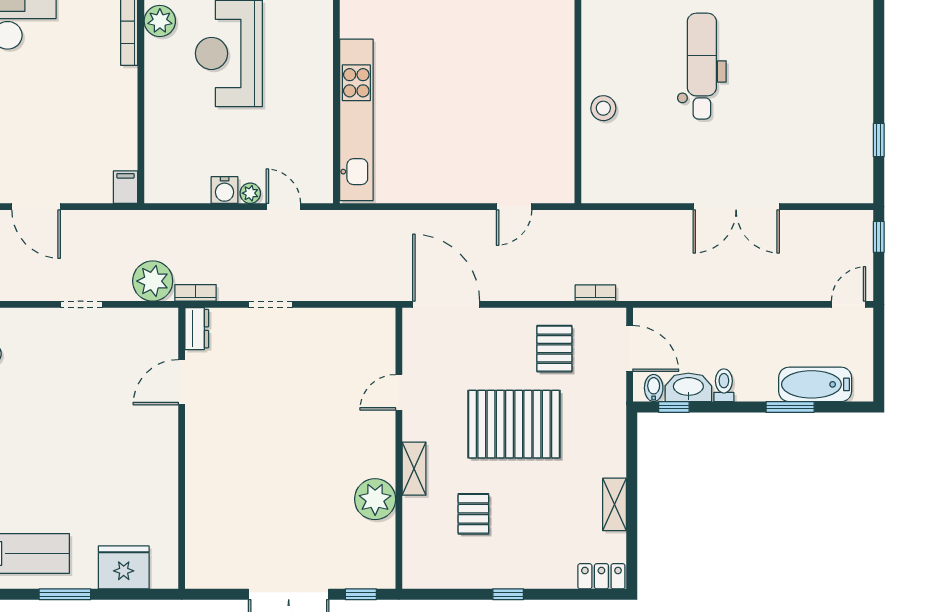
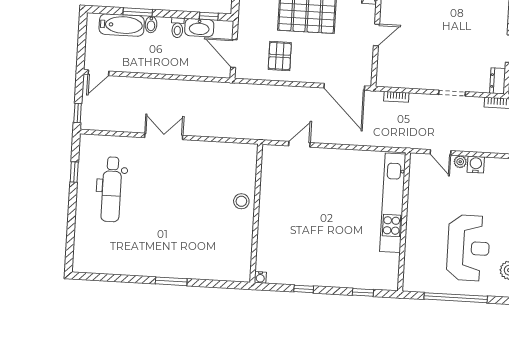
dental chair: (702, 66) -> (111, 189), moved
double door: (736, 207) -> (164, 136), width x0.73
bookcase: (595, 293) -> (396, 97), moved
bidet: (654, 388) -> (151, 24), moved

